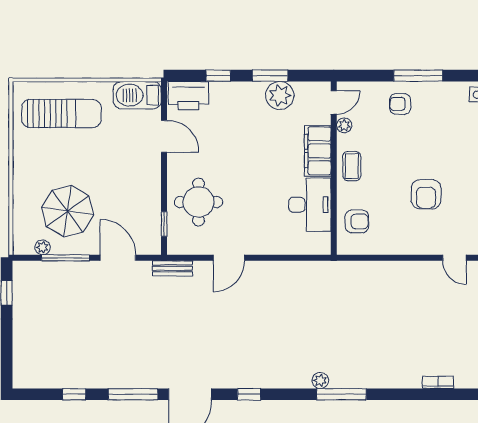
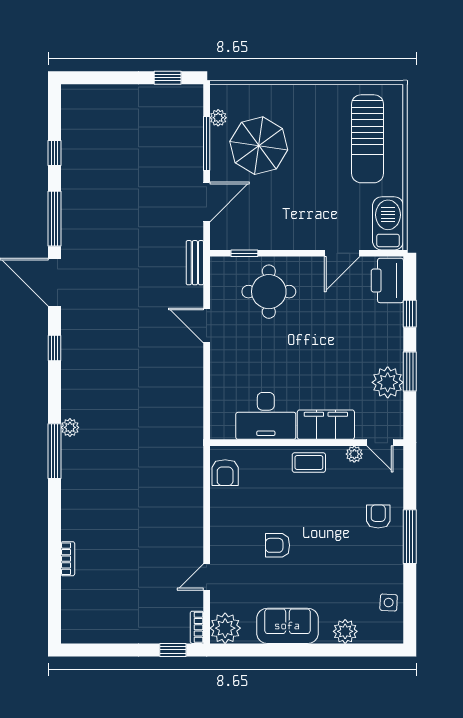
armchair: (426, 194) -> (278, 545), width x0.72, depth x0.72
armchair: (357, 221) -> (225, 473), moved

